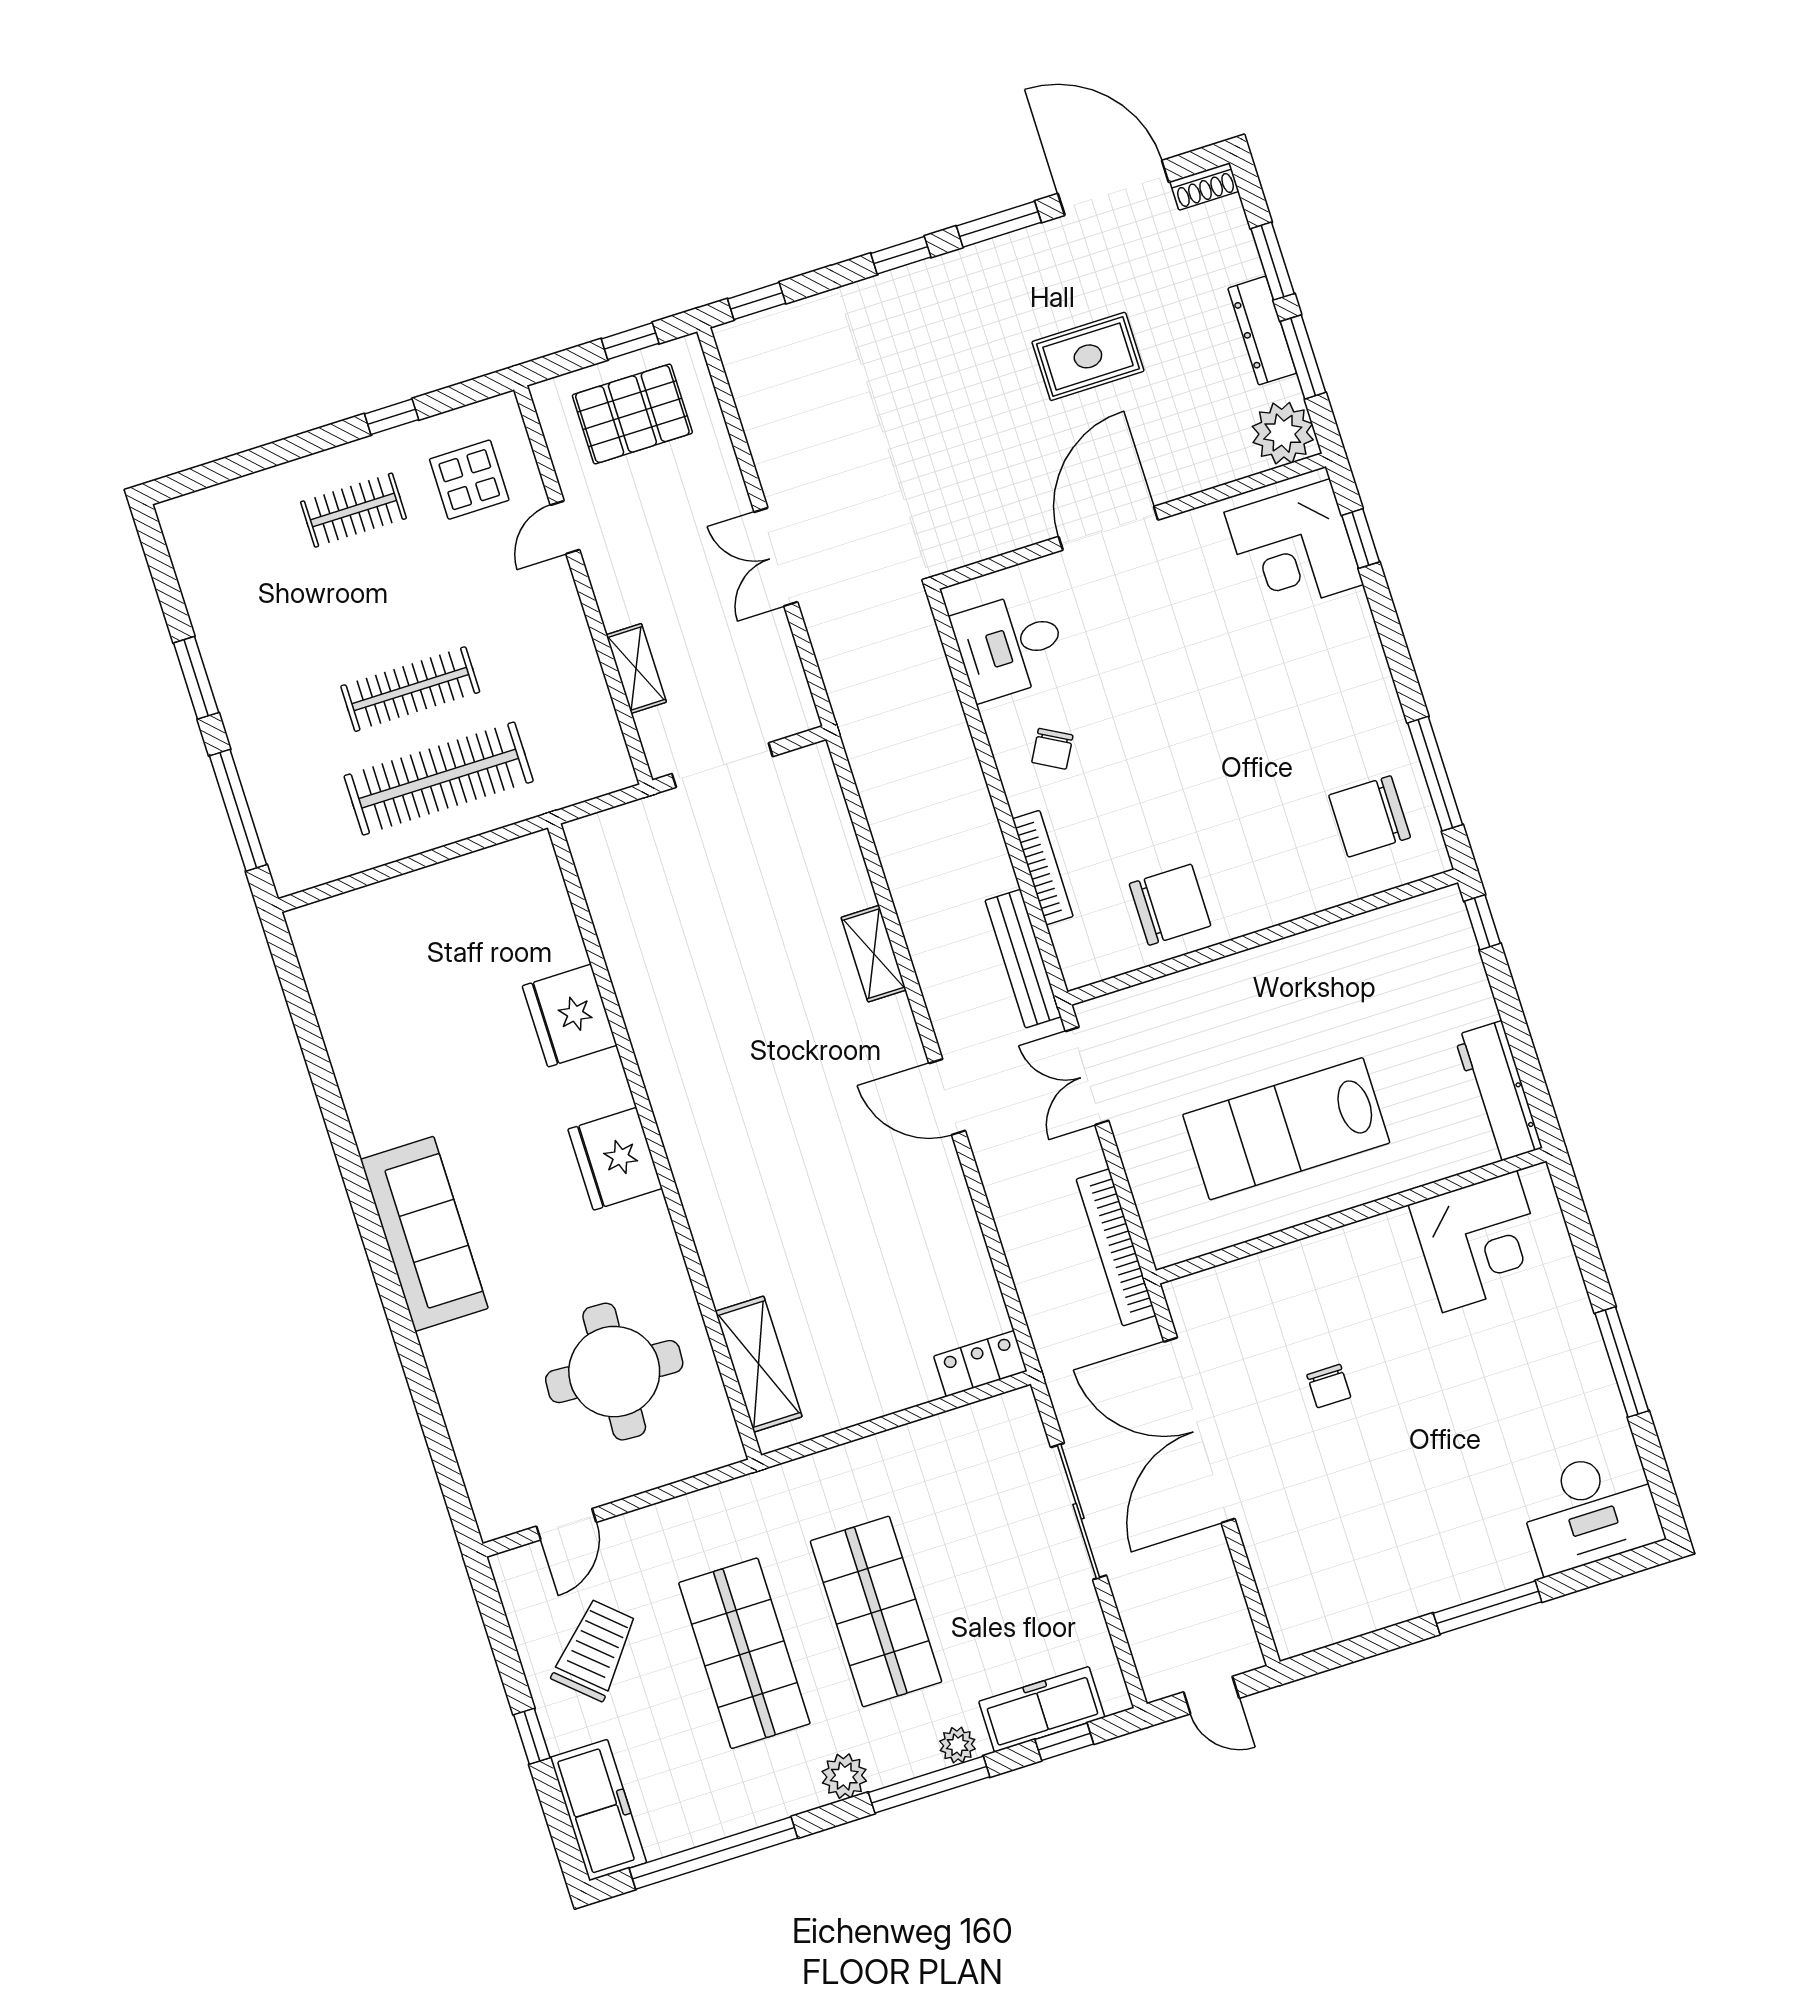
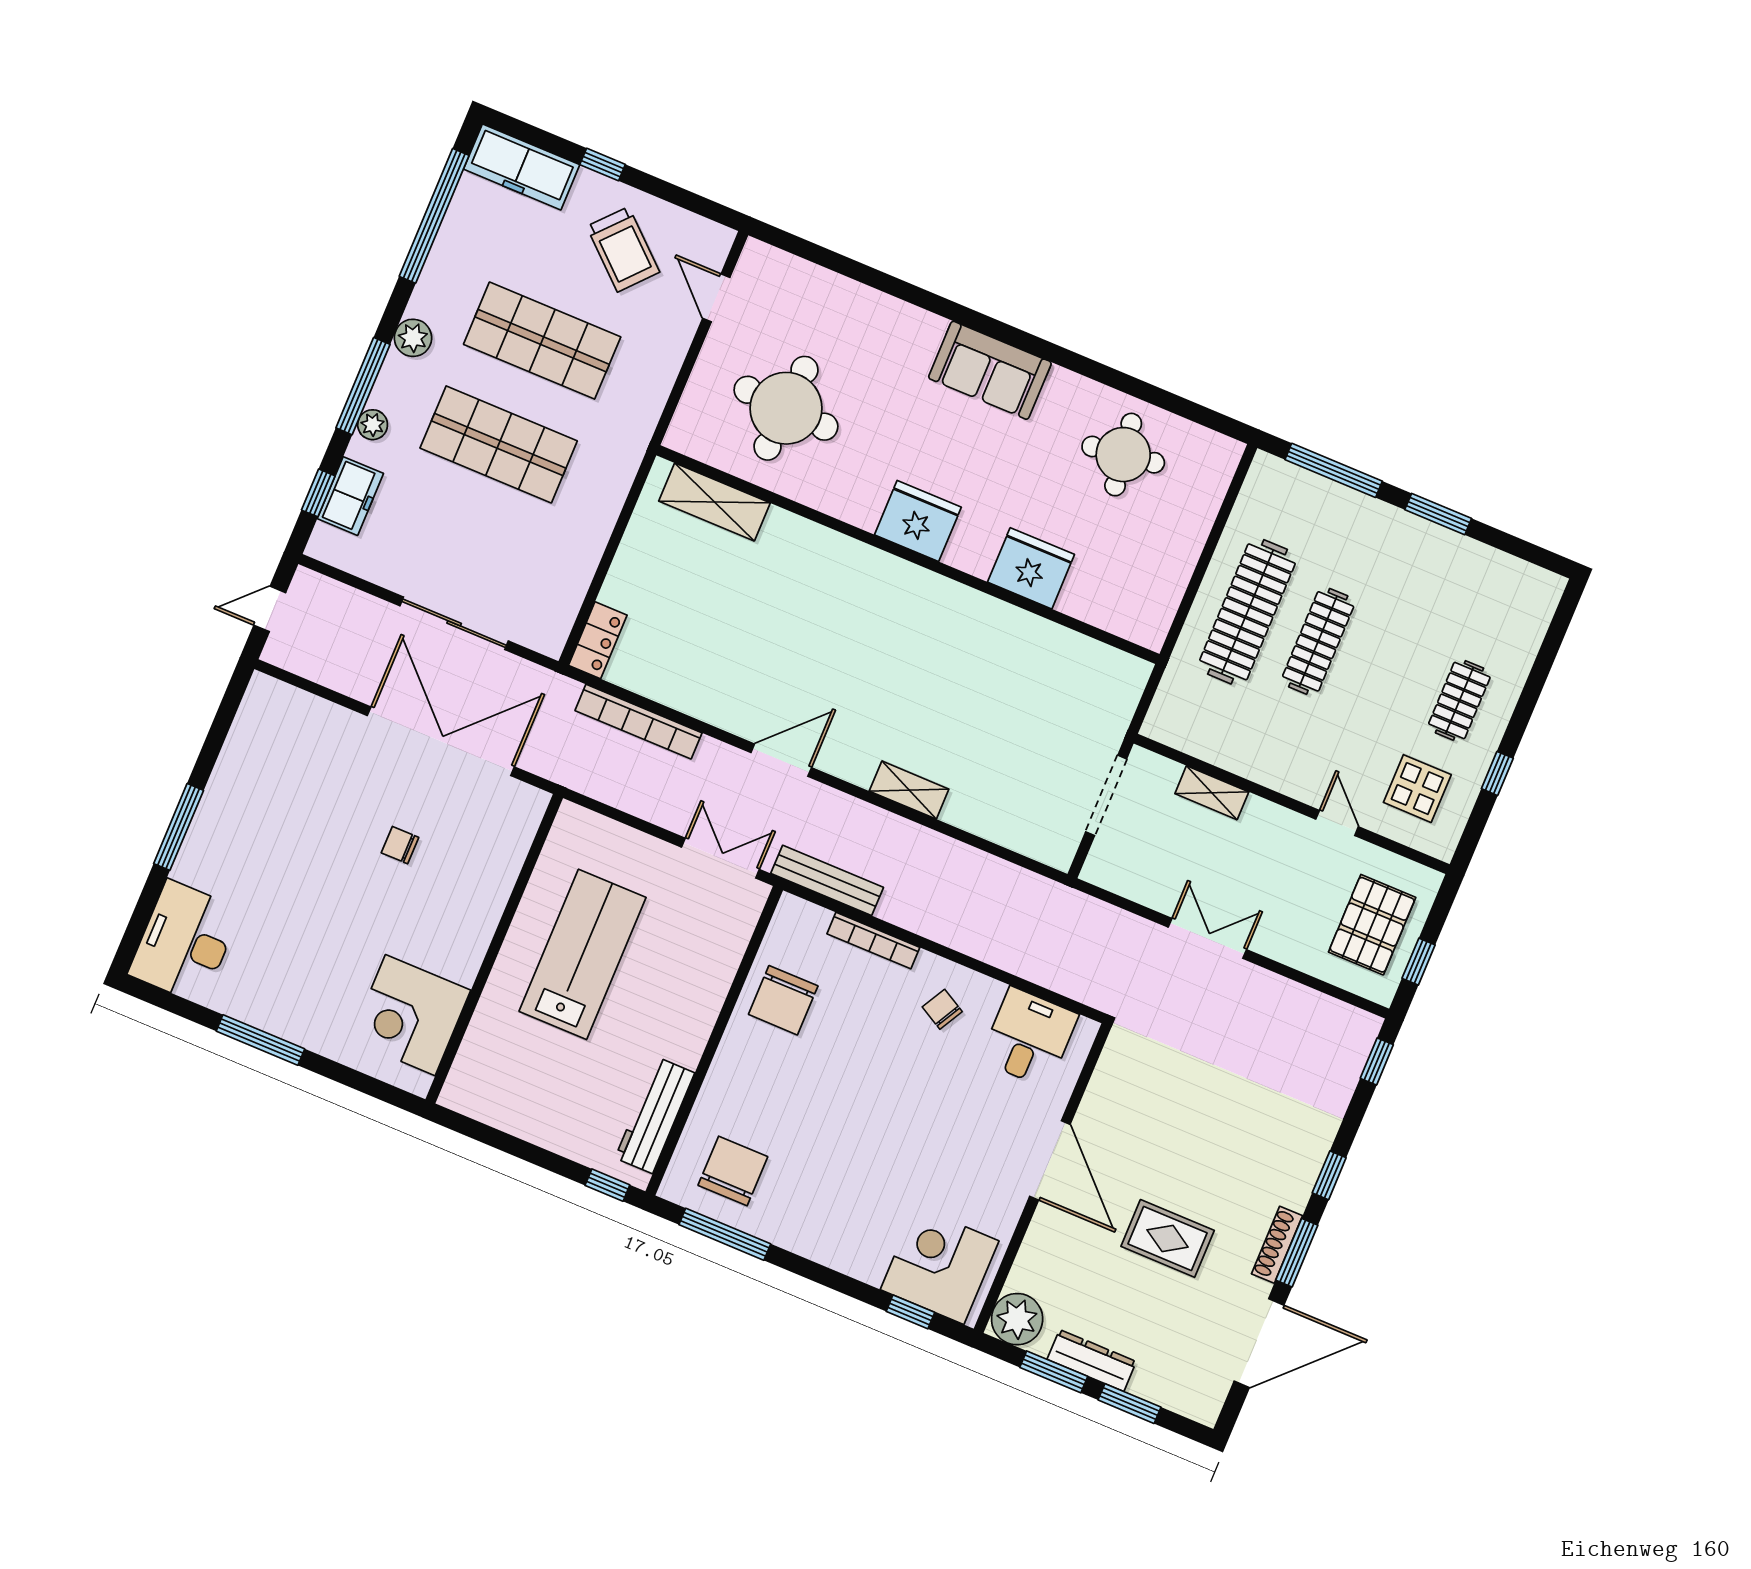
shoe rack: (1204, 186) -> (1277, 1245), moved, width x1.43
rug: (1088, 356) -> (1168, 1238), turned 90
round table: (390, 1019) -> (1123, 455), added
workbench: (1498, 1092) -> (655, 1115), moved, turned -90
sofa: (424, 1234) -> (990, 370), width x0.73
bookcase: (1116, 1247) -> (638, 722), moved, turned 180
freezer: (1042, 1709) -> (350, 496), width x0.71

